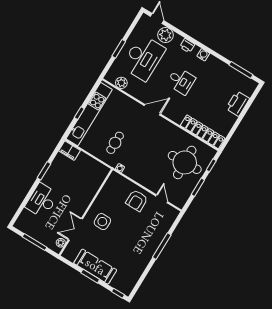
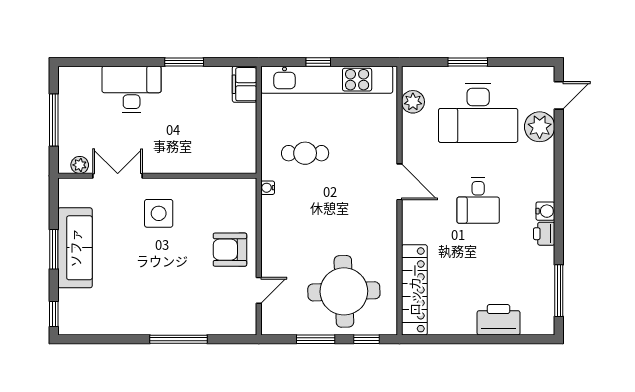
printer: (187, 46) -> (544, 234), moved

